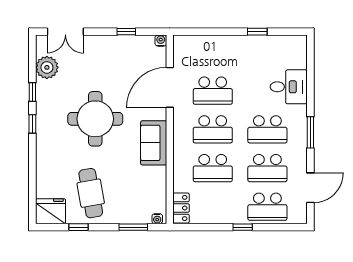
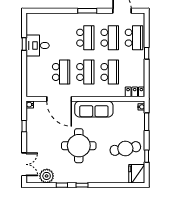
desk: (289, 87) -> (38, 46), moved, turned -90
sofa: (154, 143) -> (94, 109), width x1.36

